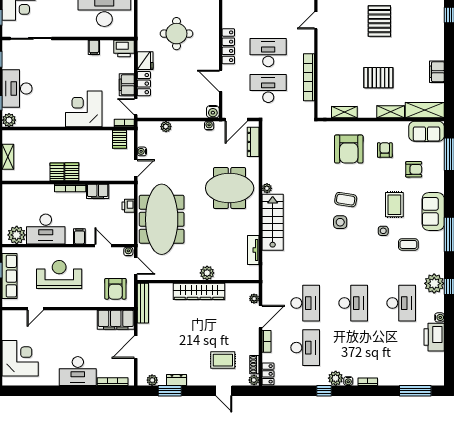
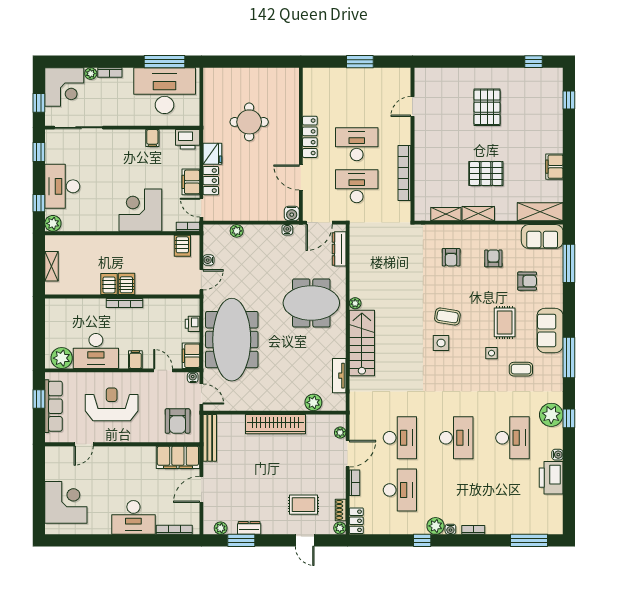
shelving: (391, 112) -> (478, 214), moved
armchair: (349, 149) -> (451, 257), width x0.53, depth x0.53
filing cabinet: (98, 191) -> (191, 356), moved, turned 90
plant: (207, 273) -> (313, 402), moved

